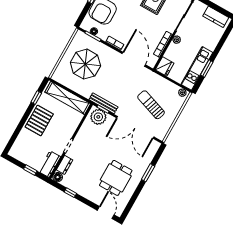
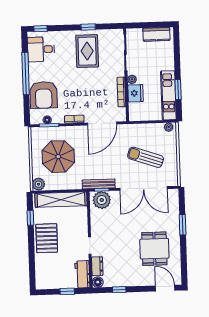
door: (134, 59) -> (102, 123), swing flipped
fridge: (165, 66) -> (135, 93), moved
plant: (58, 76) -> (38, 184), added

